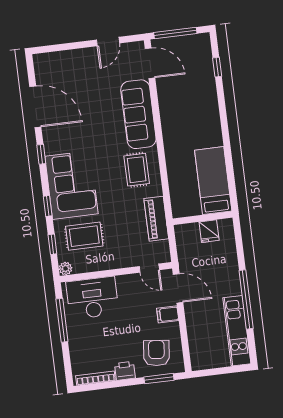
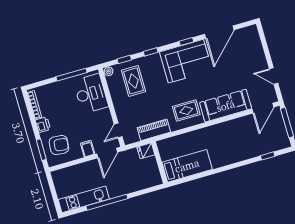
corner sofa: (71, 185) -> (186, 61), moved
fridge: (209, 231) -> (146, 151), moved

